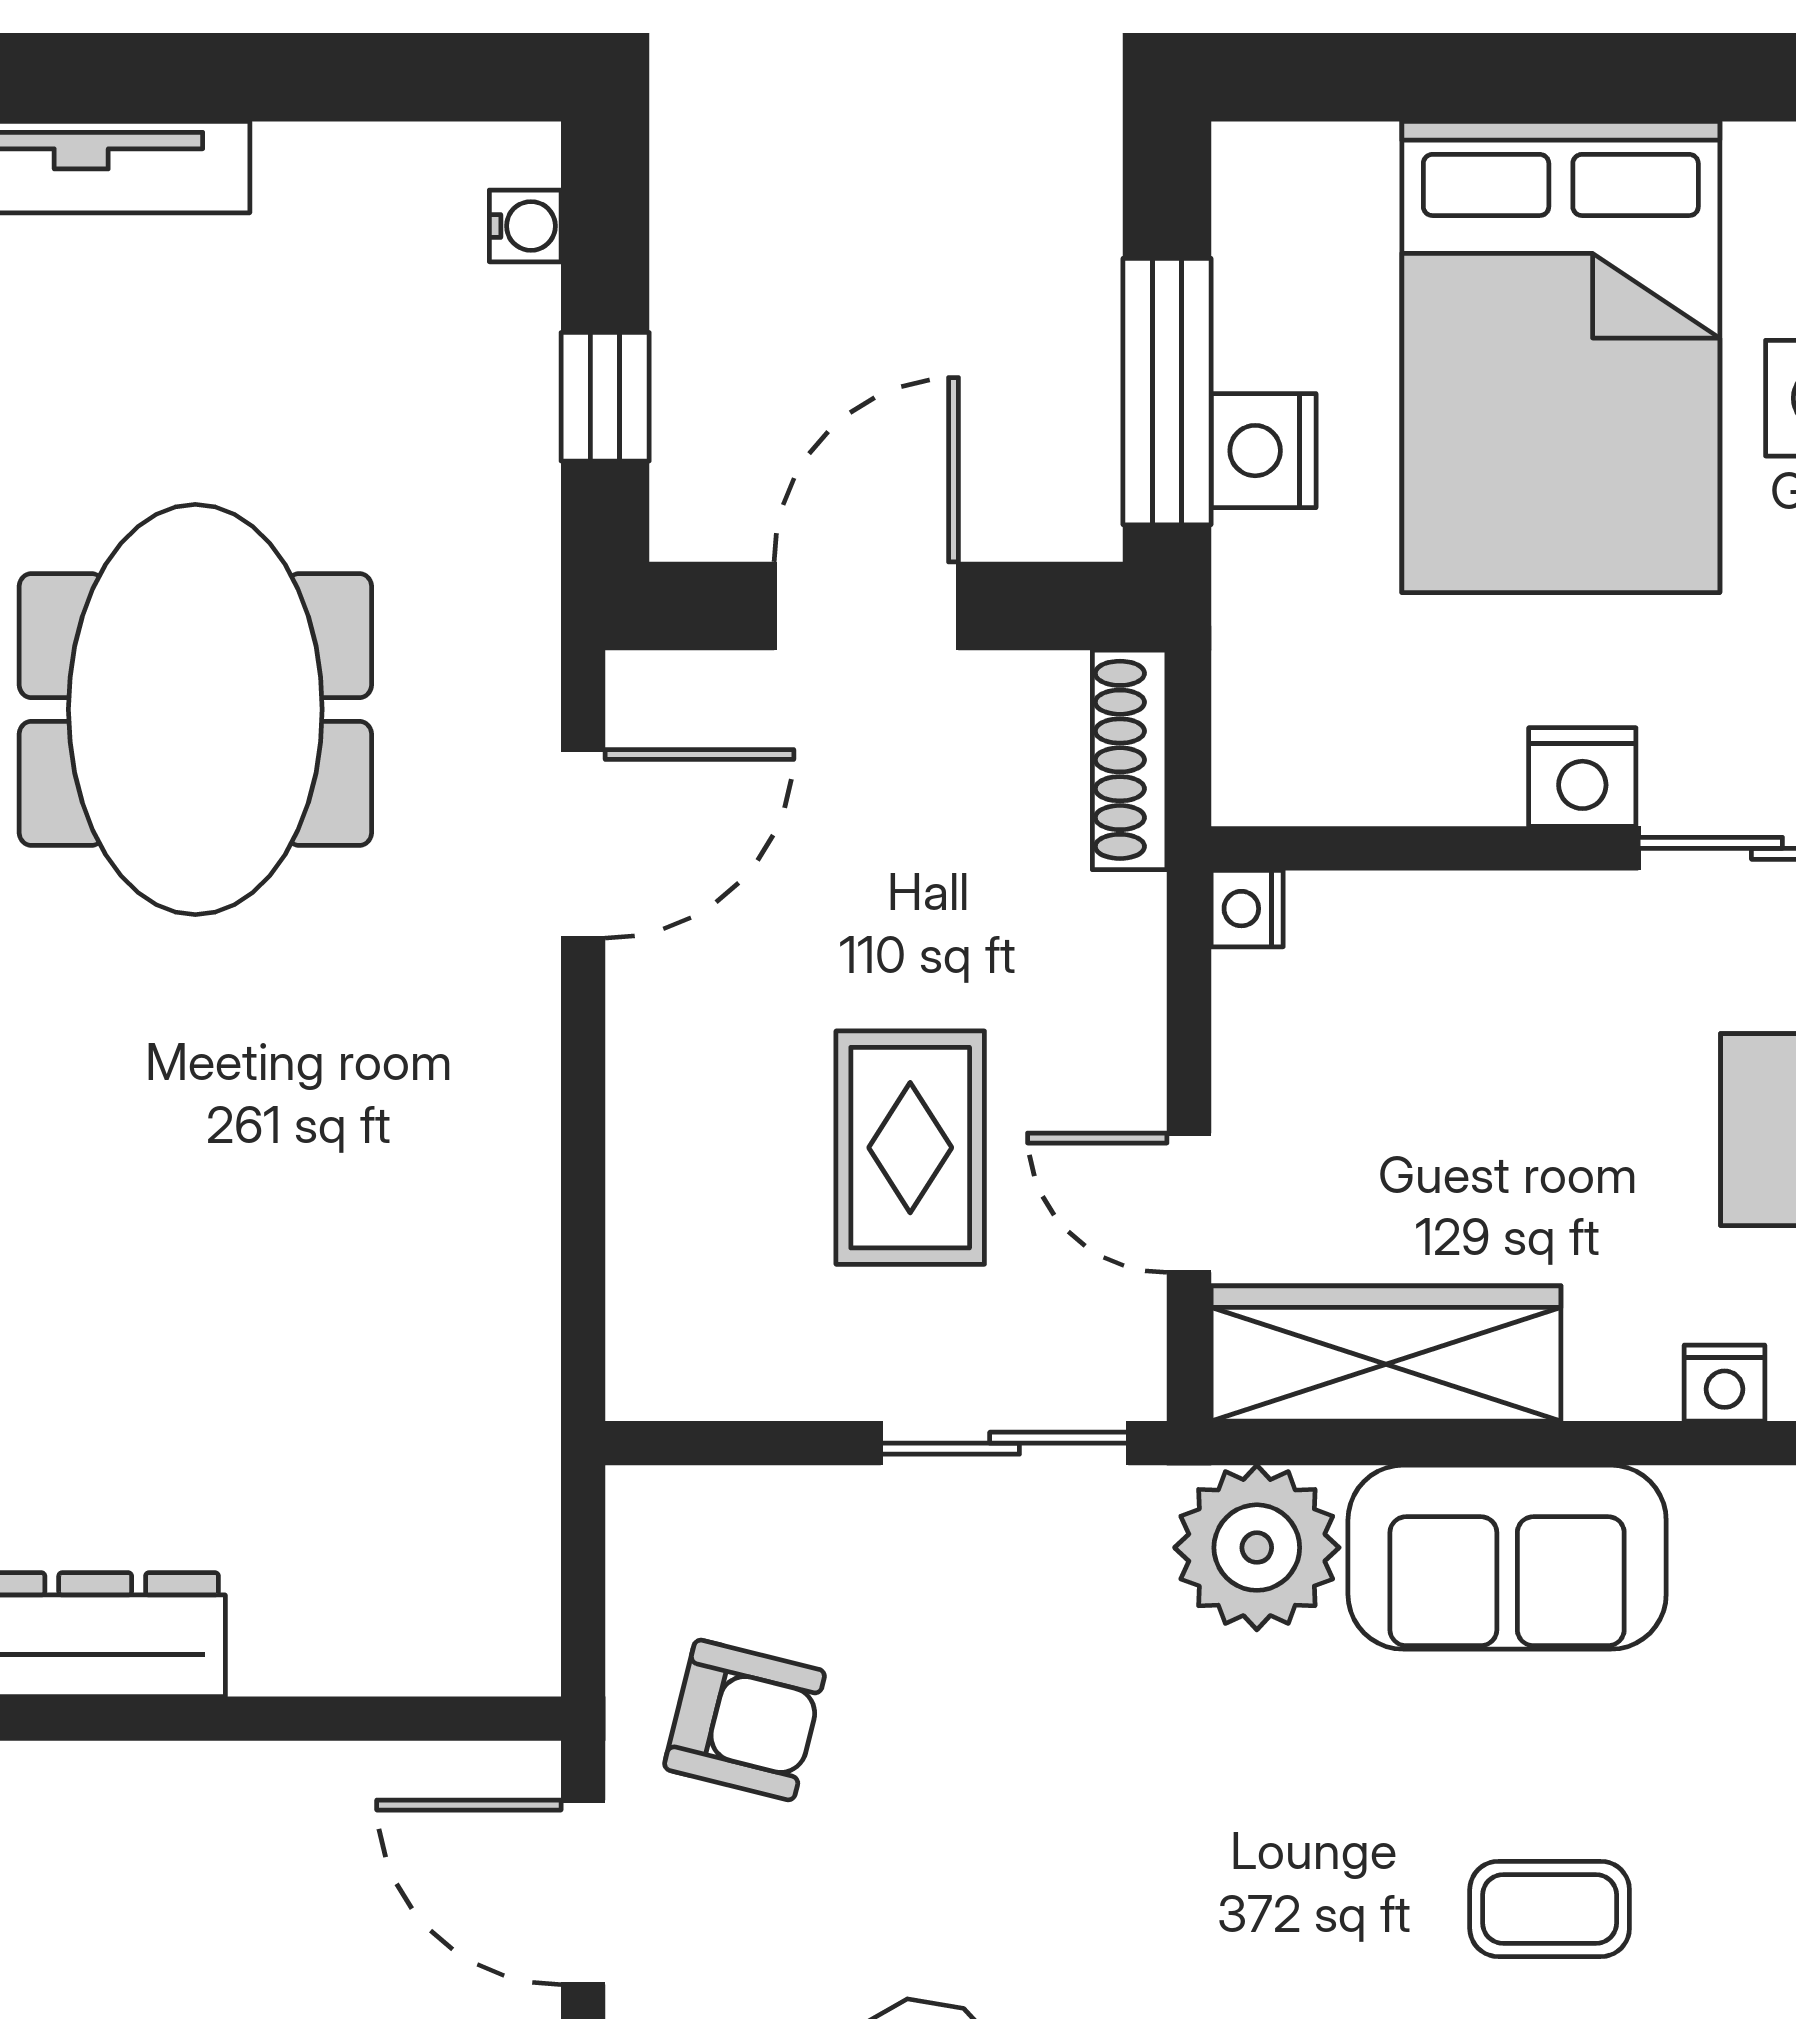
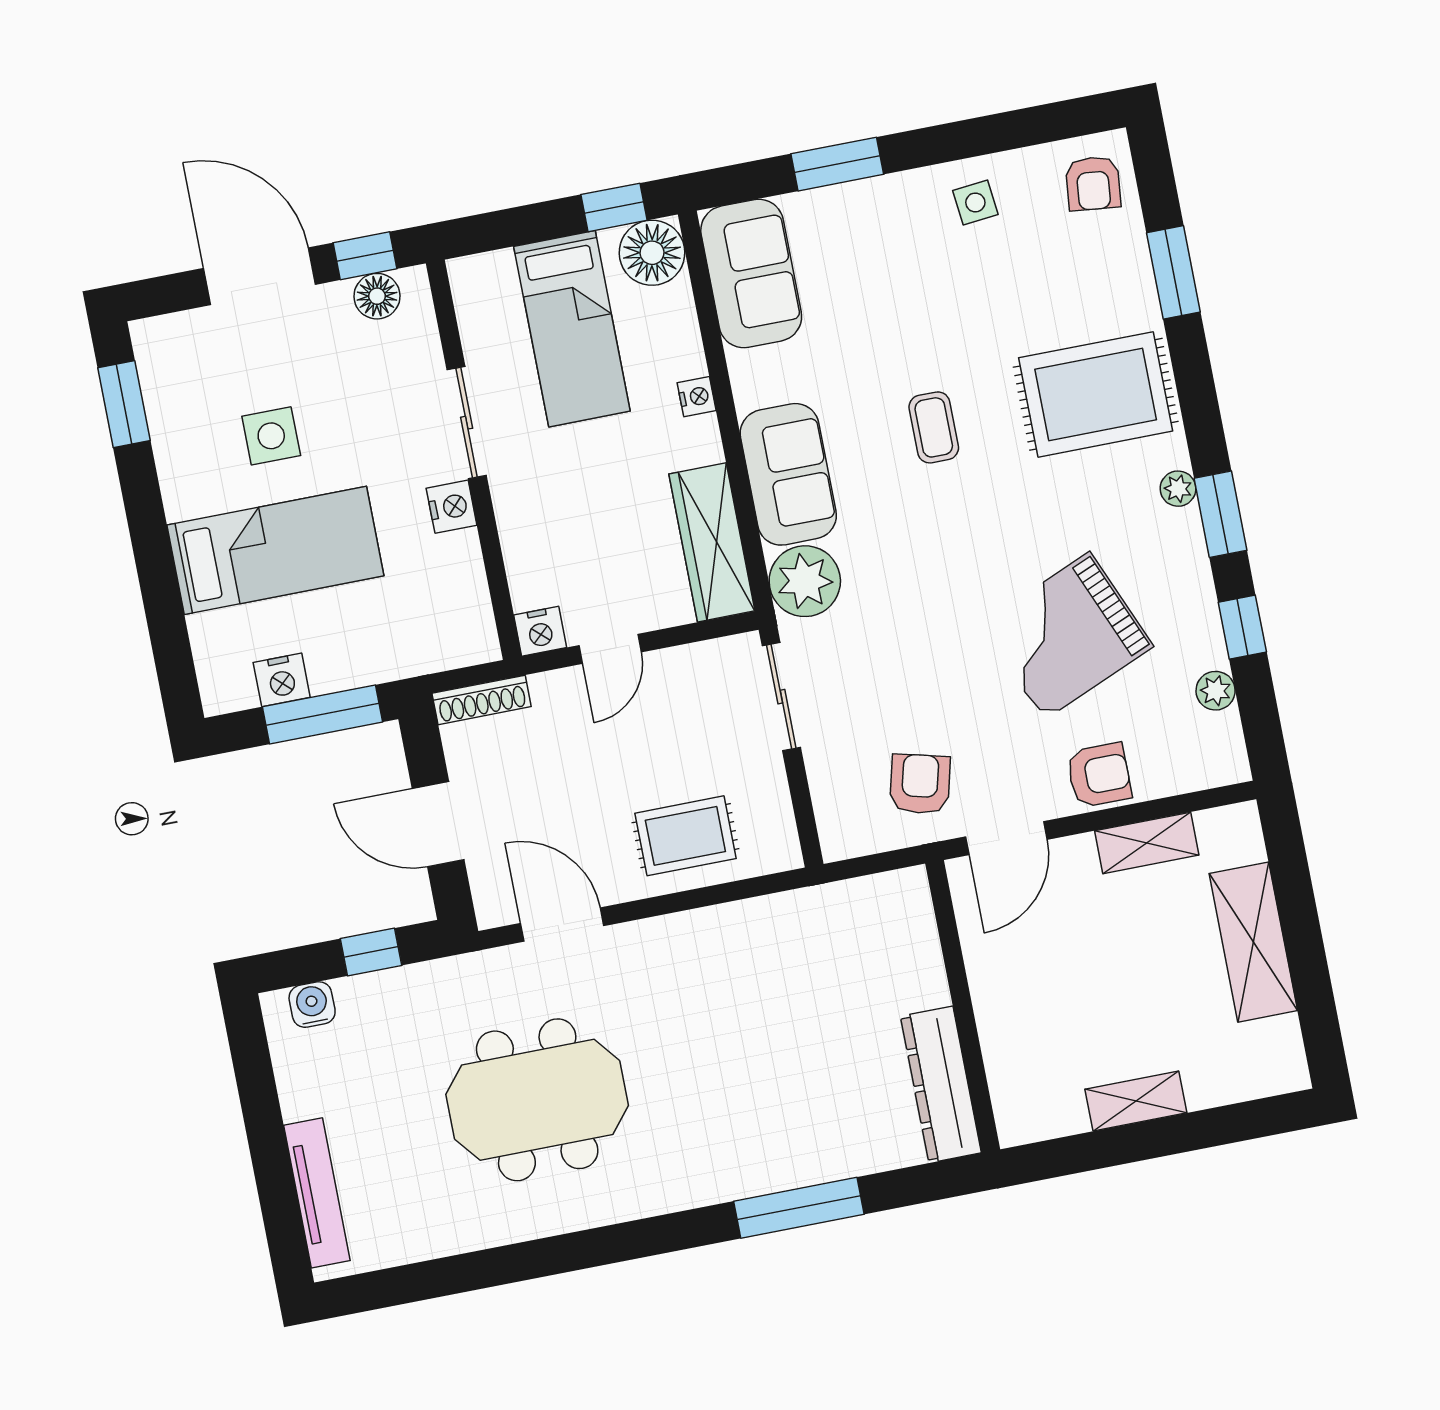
water cooler: (525, 226) -> (312, 1005), width x1.38, depth x1.38
bed: (1561, 357) -> (275, 550), width x0.67
nightstand: (1264, 451) -> (282, 680), moved
nightstand: (1247, 909) -> (540, 631), width x1.39, depth x1.35
rug: (910, 1148) -> (685, 836), moved
door: (1189, 1203) -> (610, 649), moved

